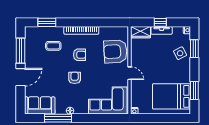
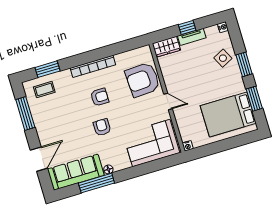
coffee table: (53, 46) -> (44, 90), moved
window: (194, 49) -> (244, 64), moved
door: (21, 77) -> (39, 159), moved
sofa: (40, 105) -> (76, 172), width x1.36

